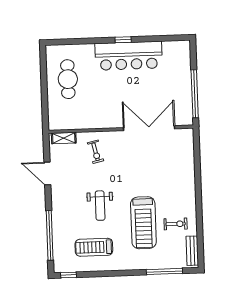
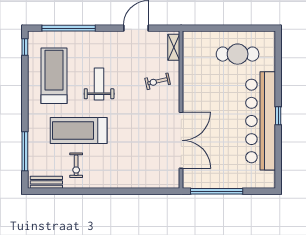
bar counter: (129, 56) -> (261, 121), width x1.36
weight bench: (100, 206) -> (99, 84), turned 90
treadmill: (94, 247) -> (54, 76), width x1.37, depth x1.38

